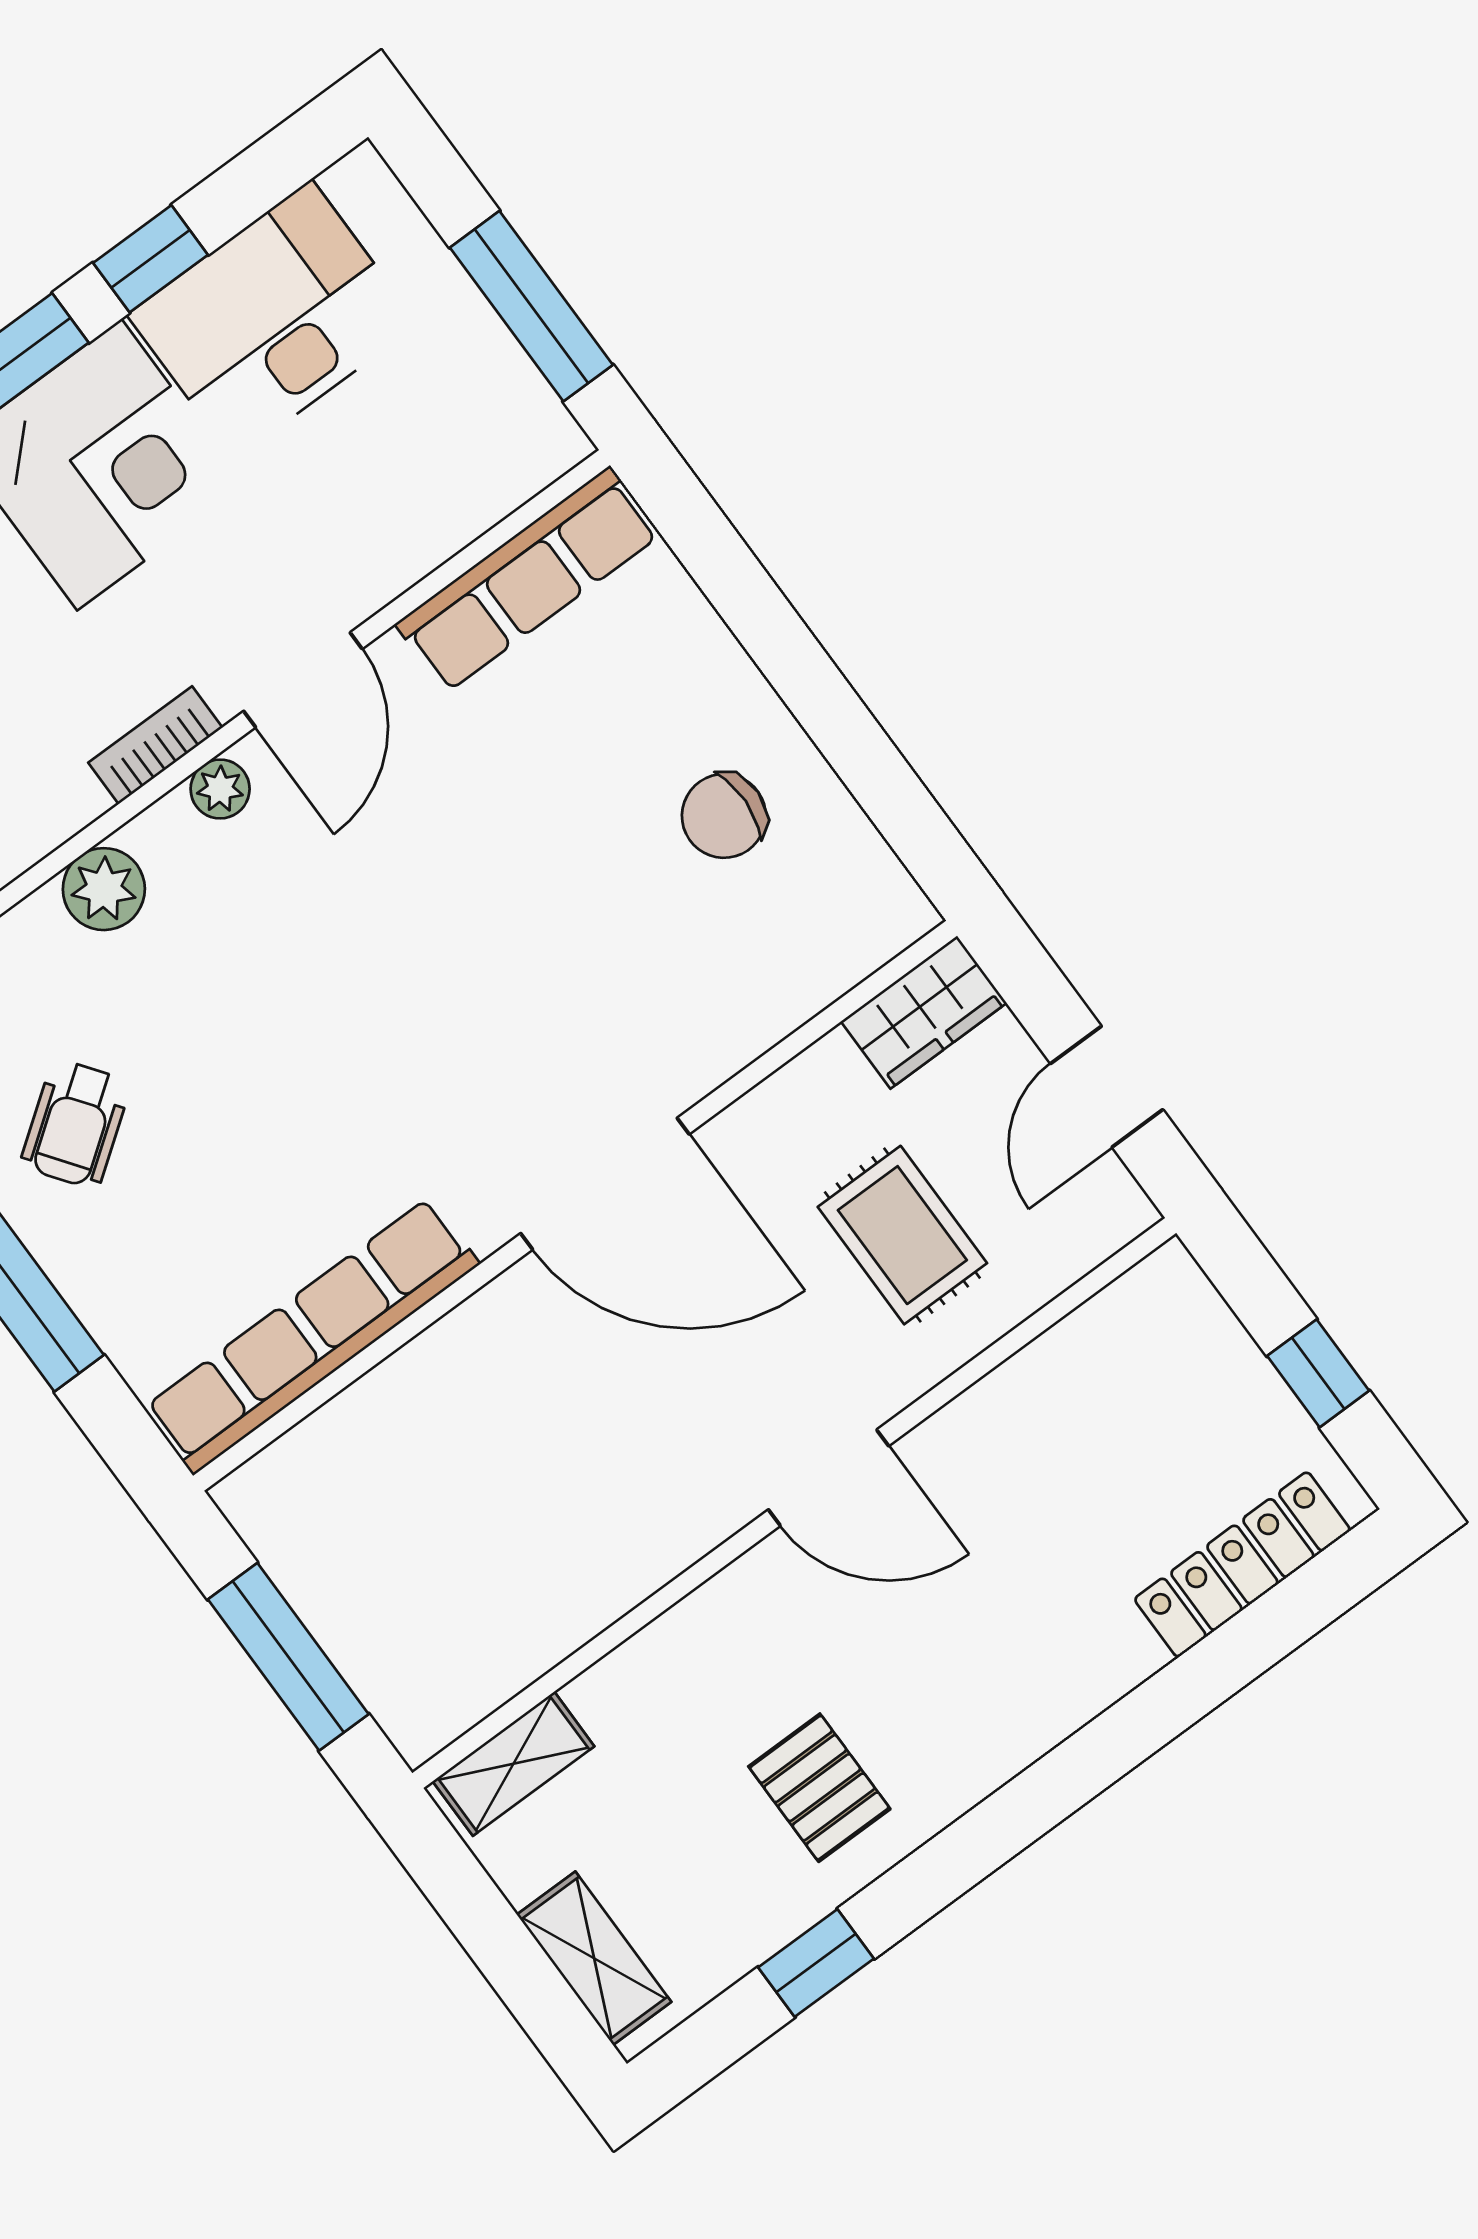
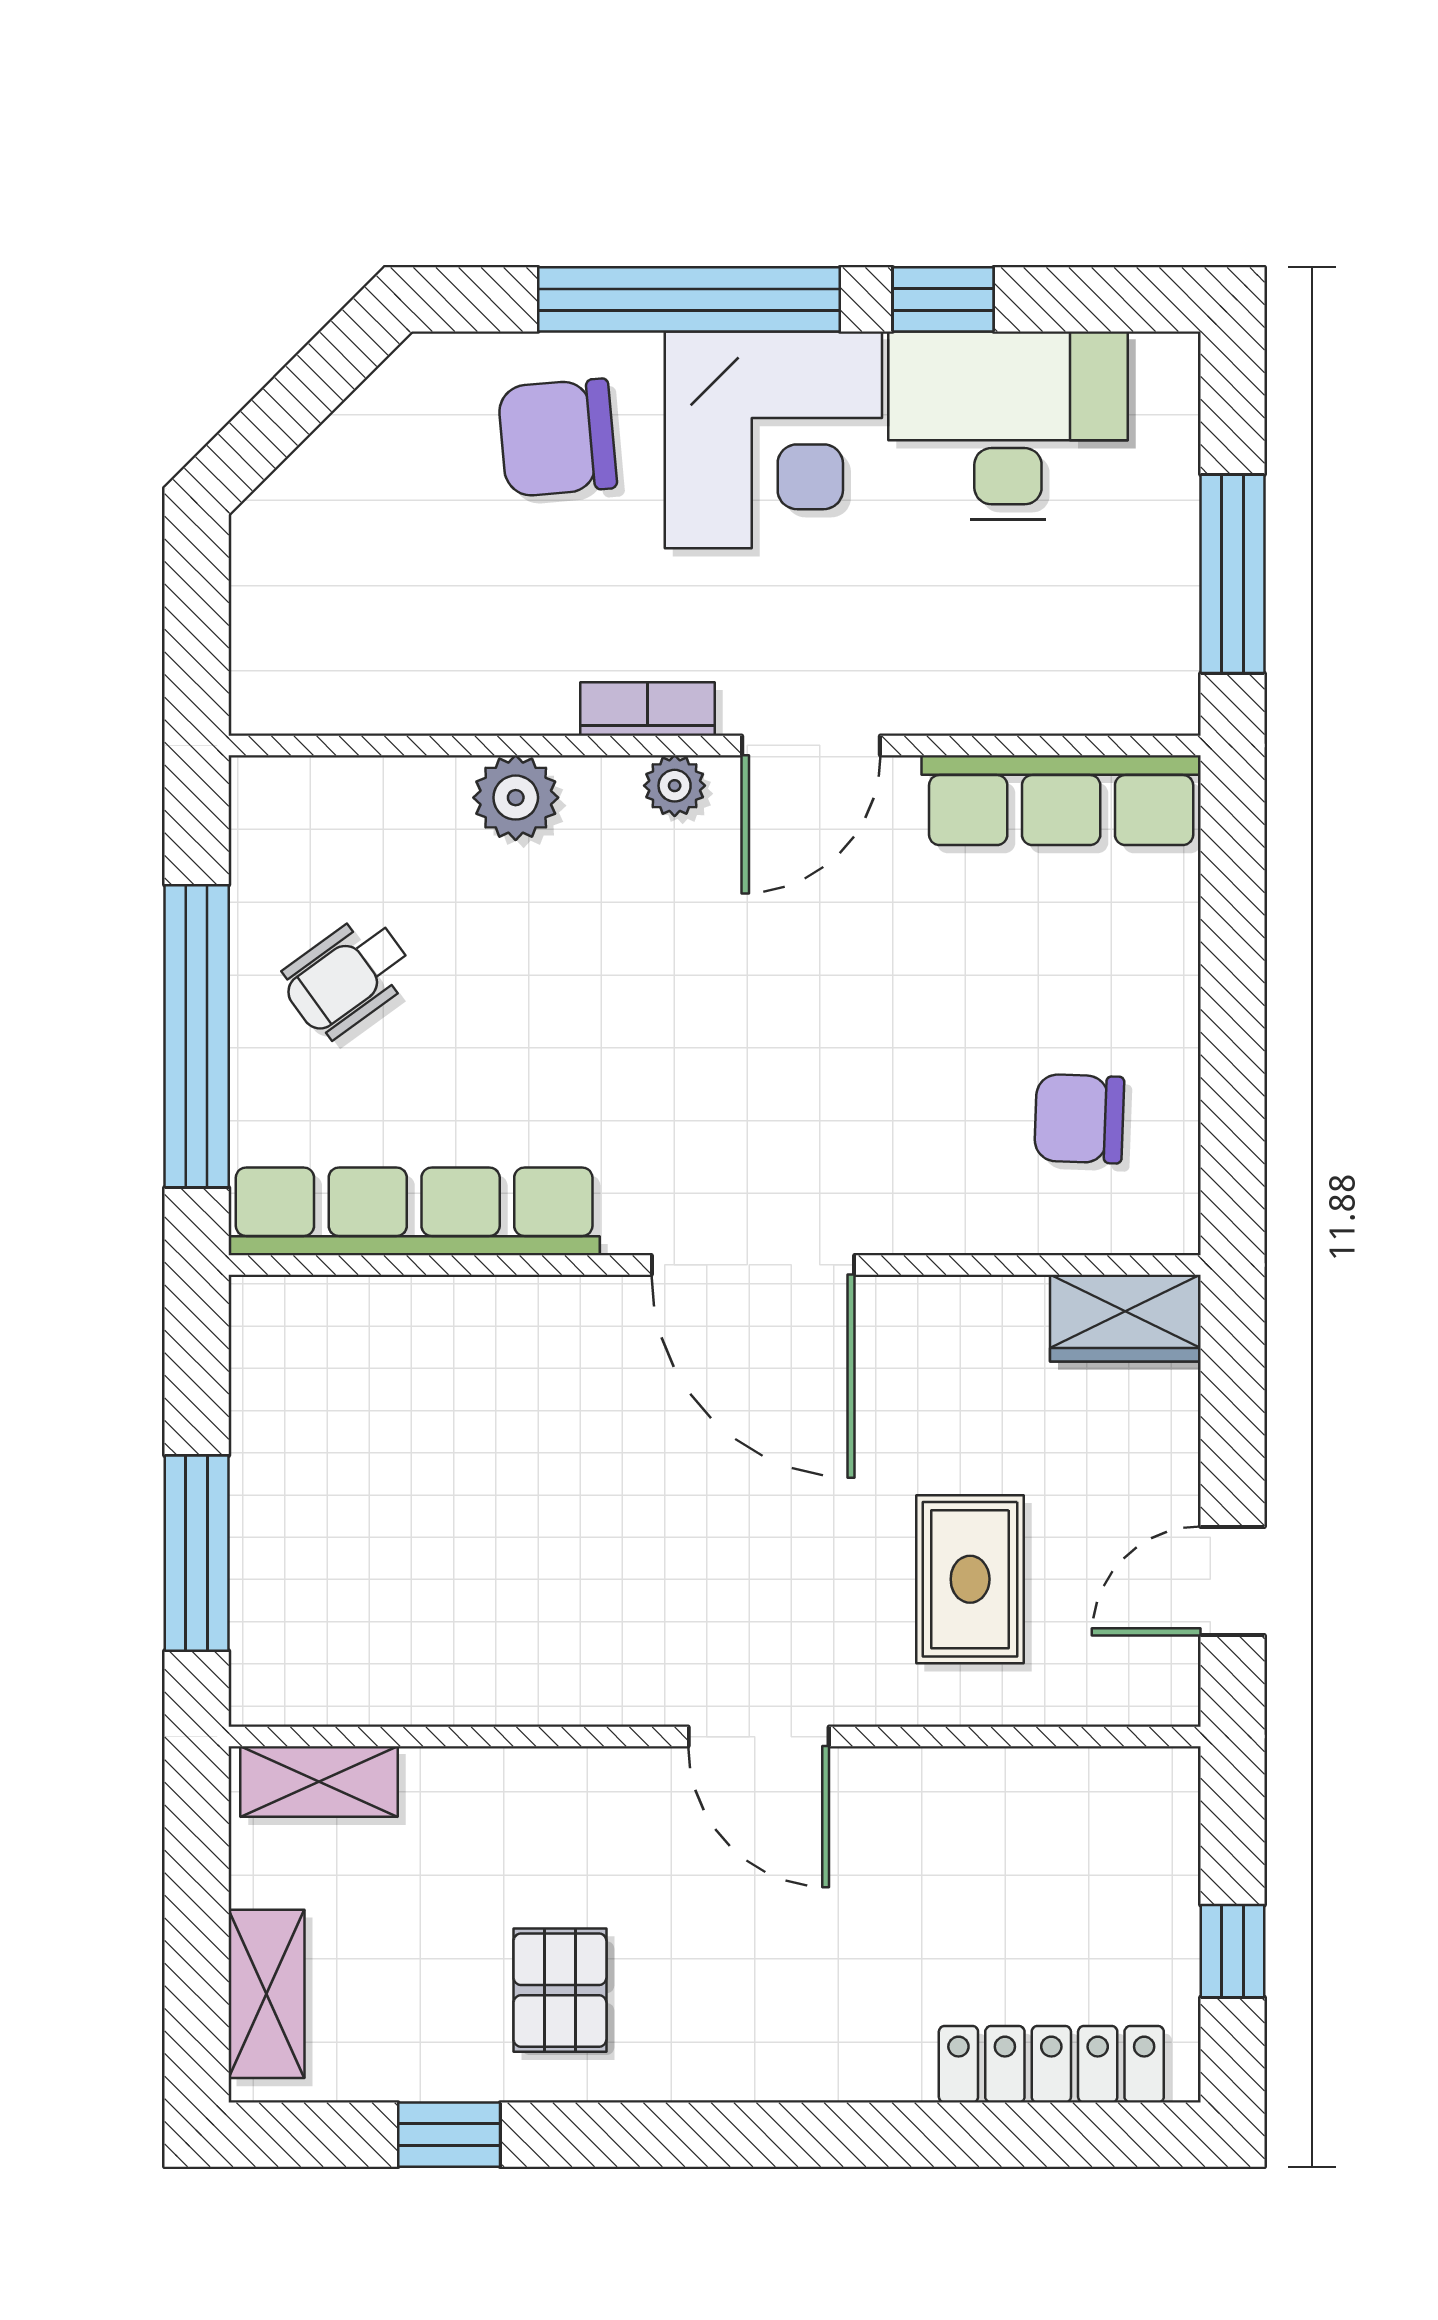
wardrobe: (924, 1012) -> (1125, 1318), moved
door: (605, 1184) -> (753, 1265), moved
wall: (575, 1206) -> (715, 1265), moved
row of seats: (312, 1336) -> (414, 1211), moved

